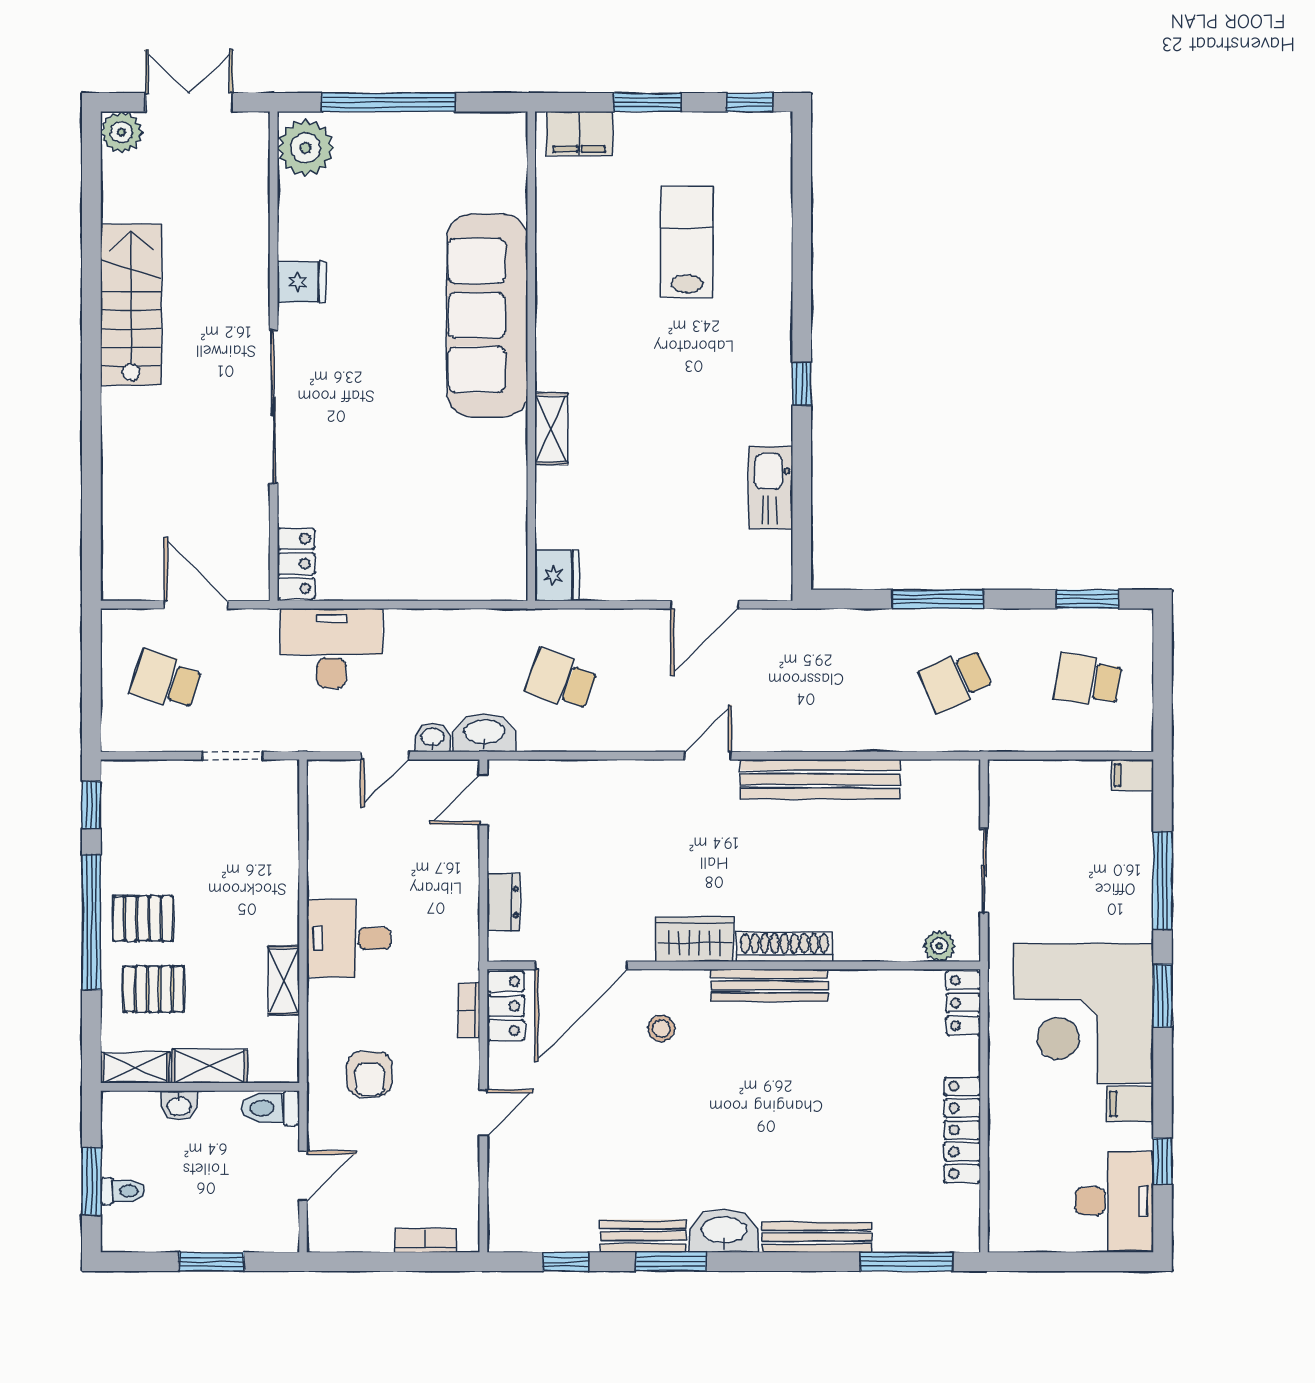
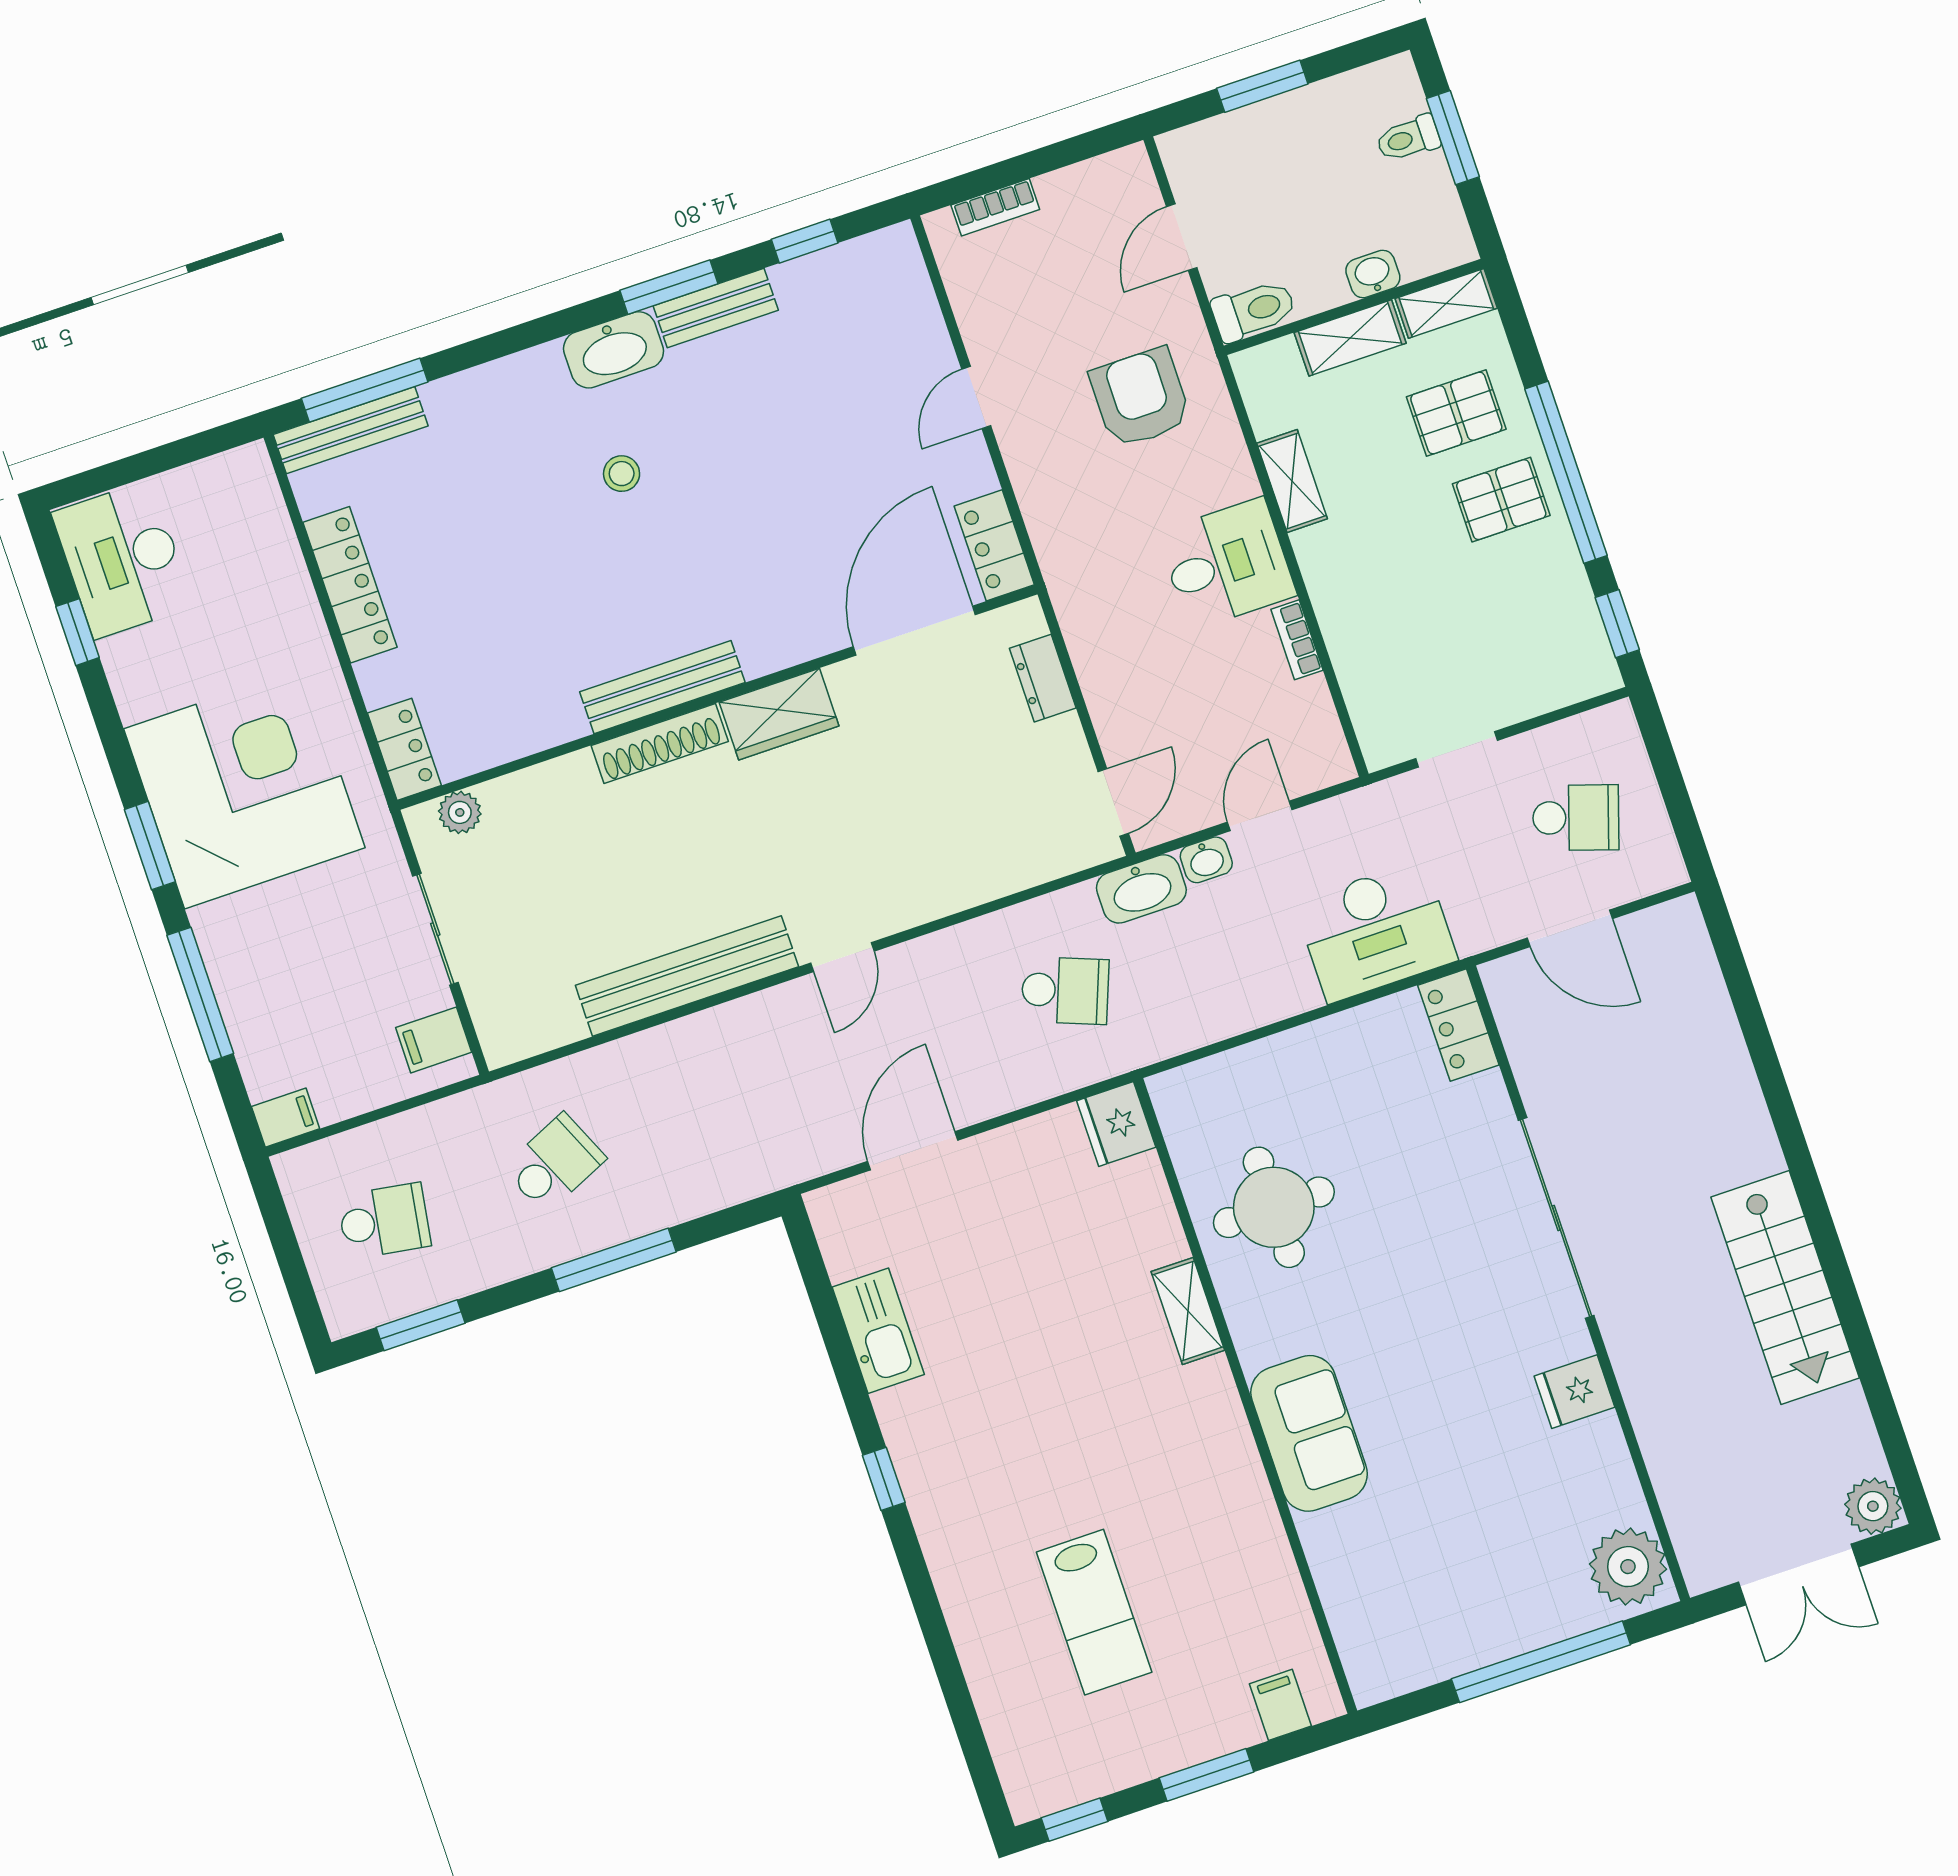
filing cabinet: (579, 134) -> (1280, 1705), width x0.50
sofa: (487, 315) -> (1309, 1433), width x0.54, depth x0.79
round table: (467, 481) -> (1274, 1207), added
bookcase: (469, 1010) -> (1297, 640), moved, turned 180
stool: (661, 1028) -> (622, 474), moved
armchair: (370, 1074) -> (1140, 398), width x1.38, depth x1.38
filing cabinet: (1130, 1104) -> (434, 1040), moved, turned 180
bench: (817, 1237) -> (351, 430), moved

